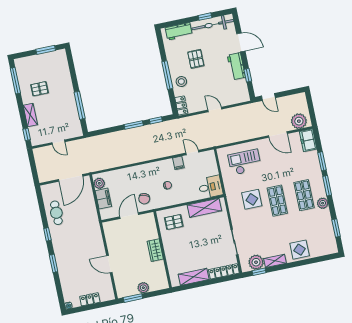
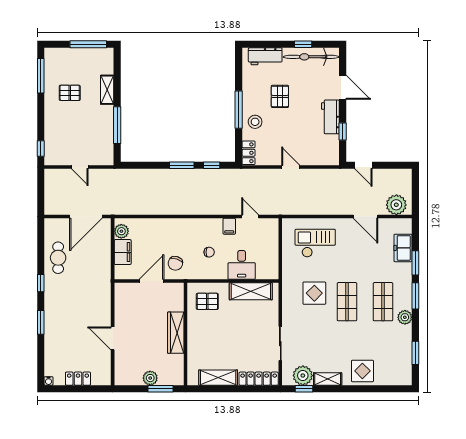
window: (46, 50) -> (88, 44), width x1.44
shelving: (30, 115) -> (107, 90), moved
freezer: (308, 140) -> (403, 248), moved
desk: (210, 187) -> (242, 265), moved, turned 90
wardrobe: (155, 250) -> (176, 333), width x1.50
window: (133, 298) -> (161, 389), moved

